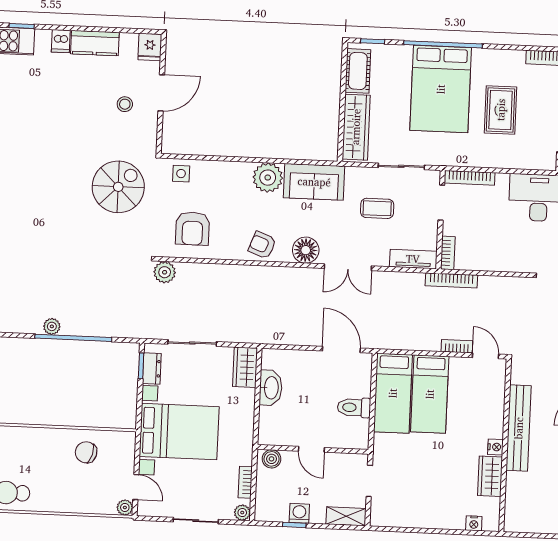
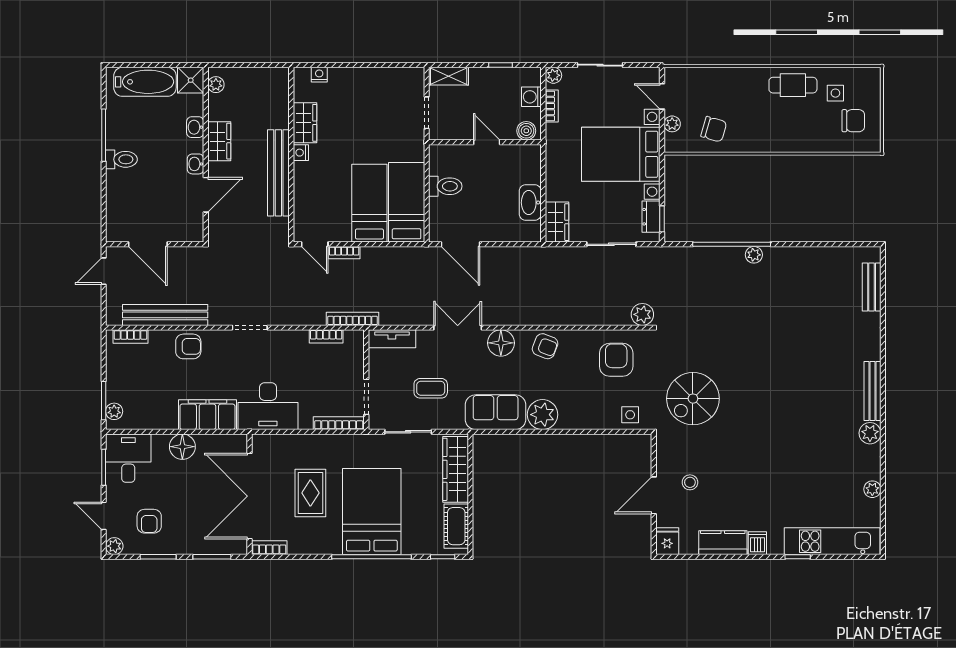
bookcase: (448, 253) -> (326, 336), moved, turned -90
plant: (125, 507) -> (672, 124), moved
washing machine: (299, 513) -> (531, 97), moved, turned 90

